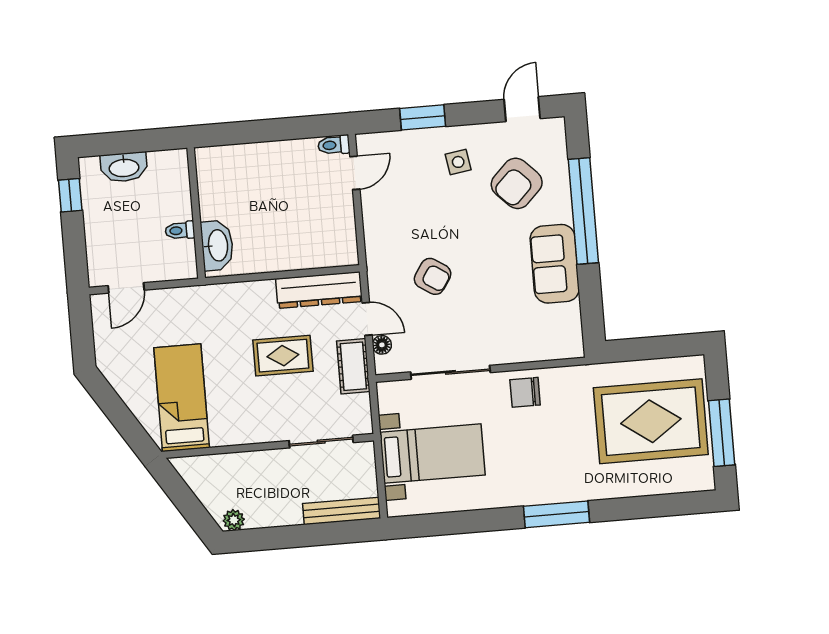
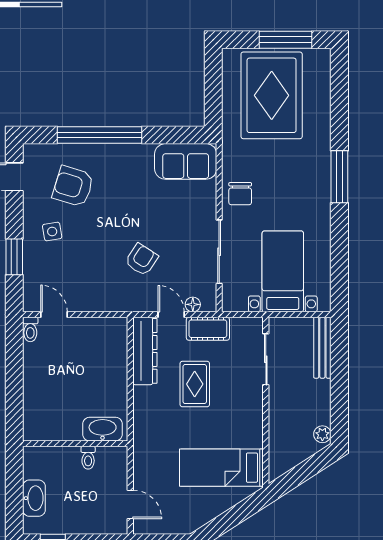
armchair: (517, 183) -> (73, 186), turned 152
sofa: (555, 264) -> (186, 161), moved
door: (367, 319) -> (171, 315), hinge flipped

